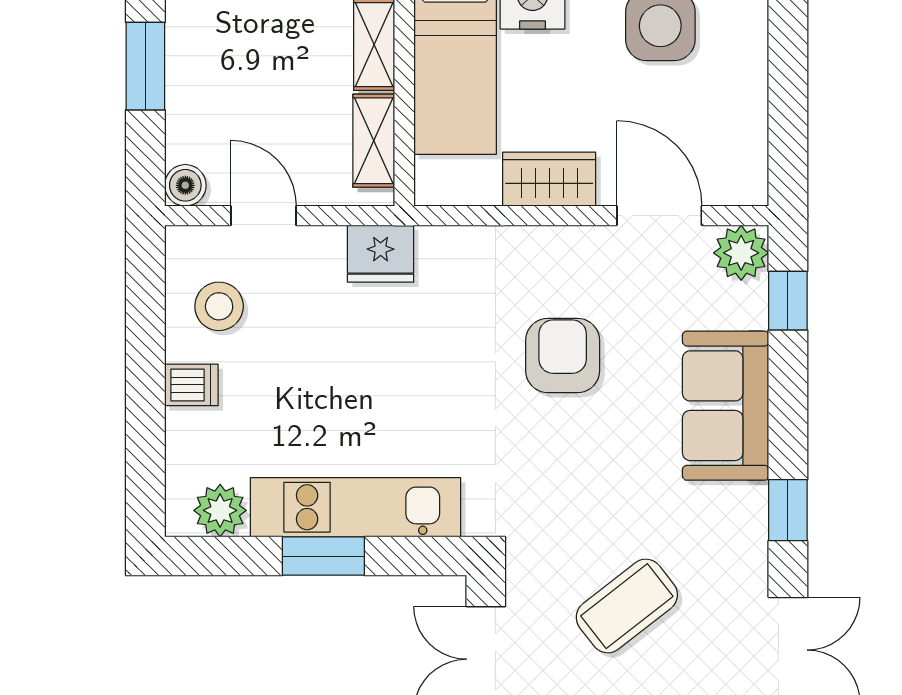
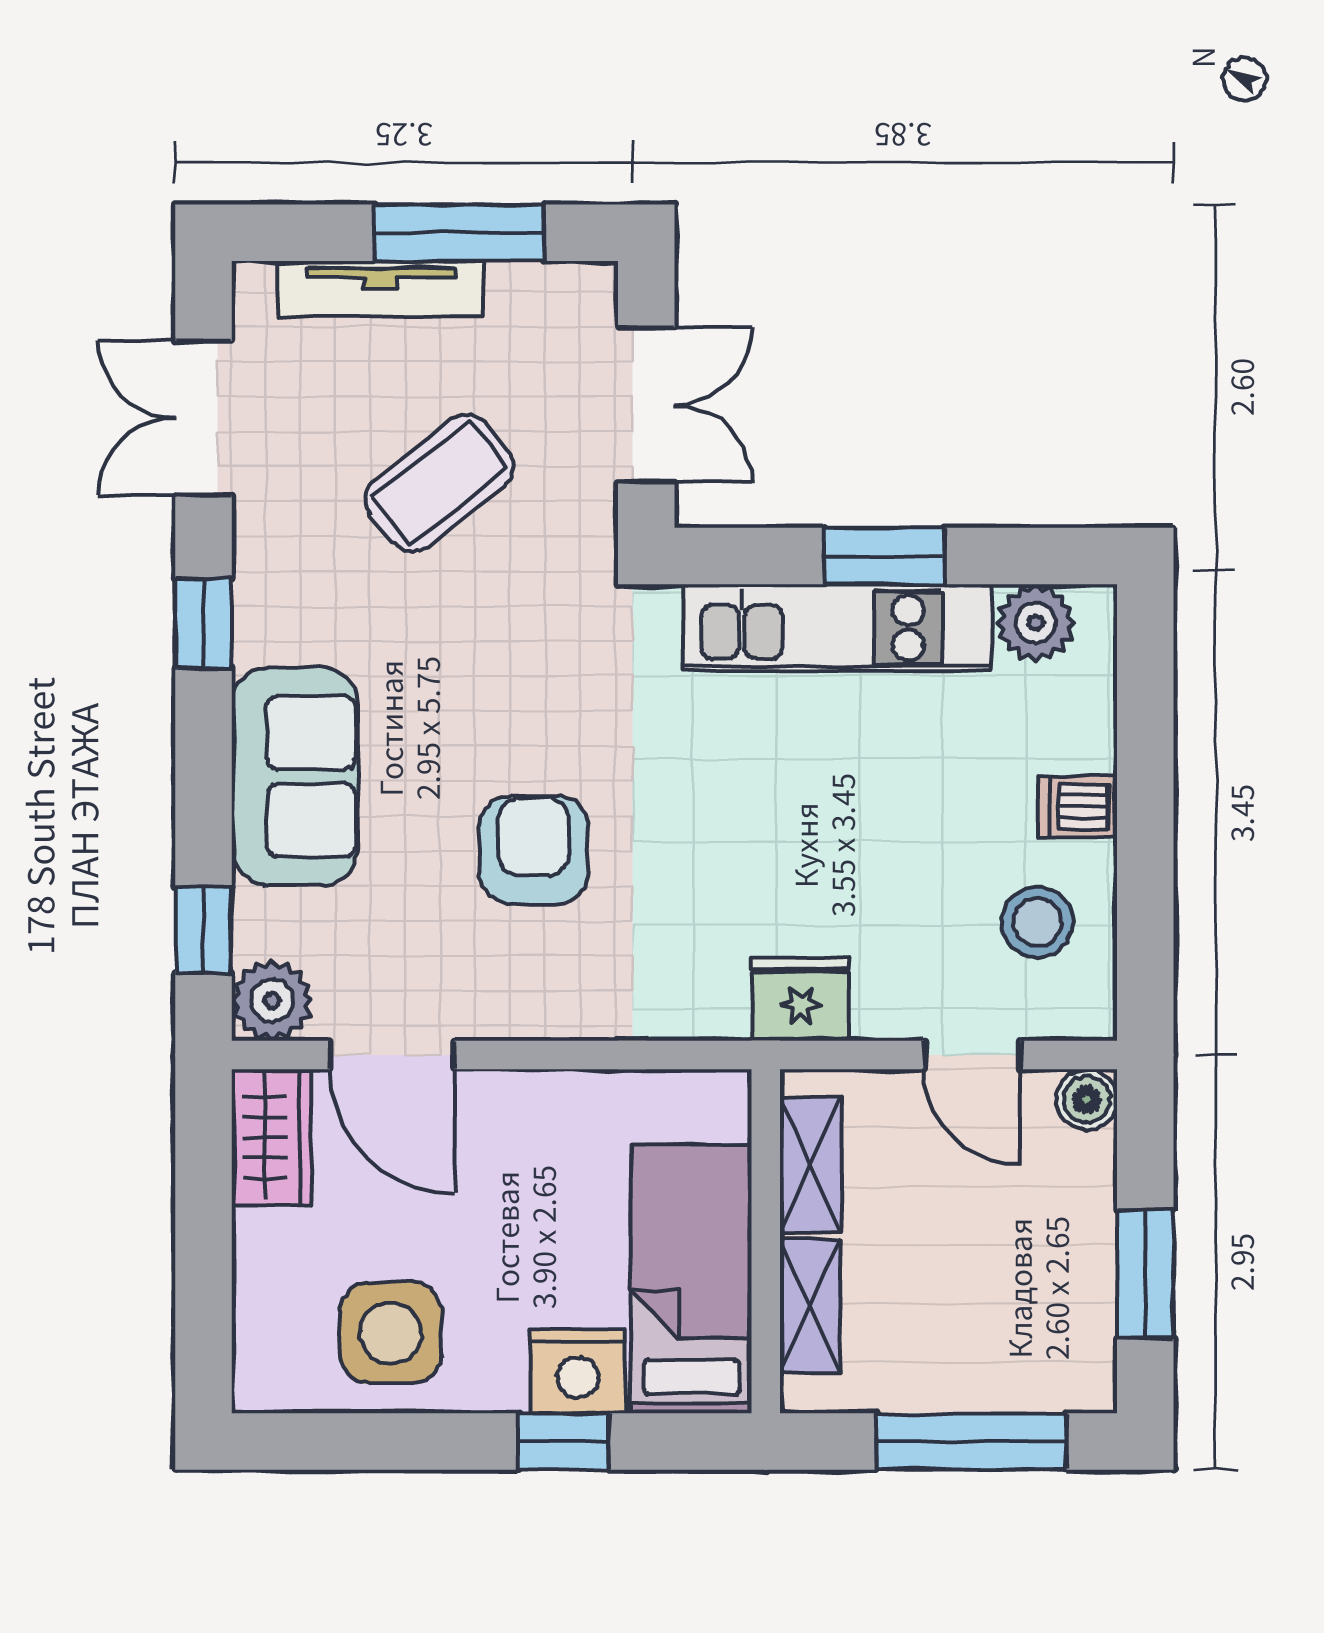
wardrobe: (549, 179) -> (271, 1137), moved, turned -90
armchair: (563, 355) -> (534, 850), turned 180

